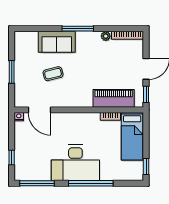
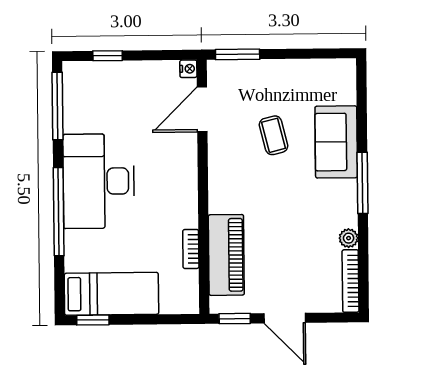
window: (12, 72) -> (238, 54), moved
bed: (132, 136) -> (111, 294), moved, turned 180

